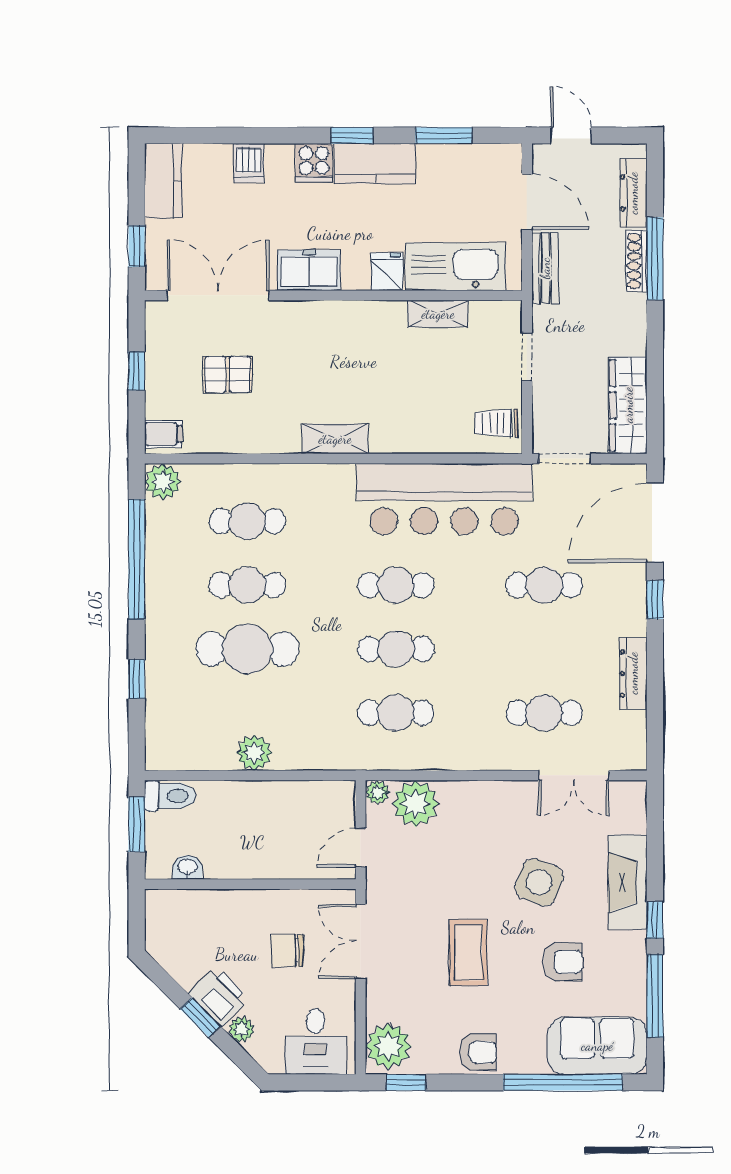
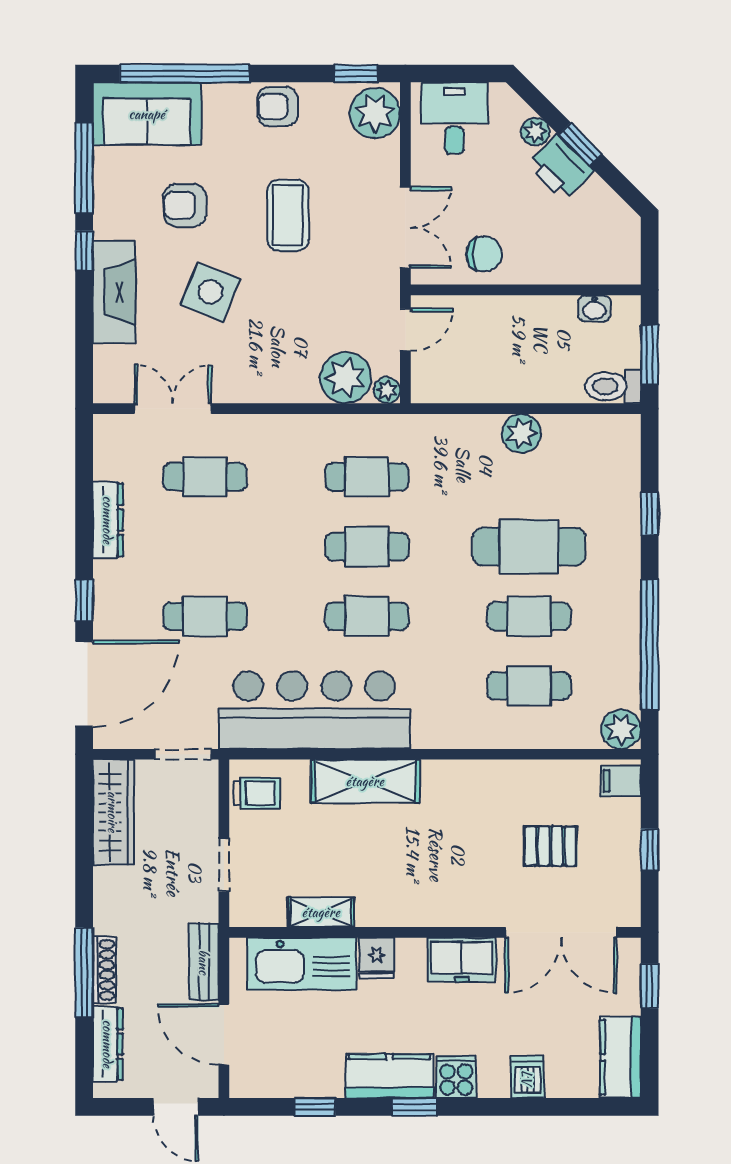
window: (444, 135) -> (315, 1107), width x0.67
shelving: (335, 439) -> (365, 781), moved, width x1.50, depth x1.33
chair: (287, 951) -> (484, 254), moved

